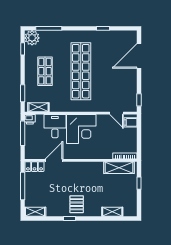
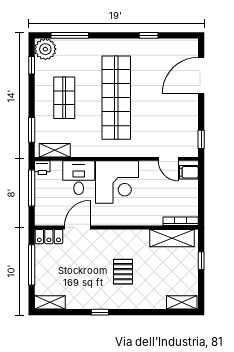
pallet: (77, 204) -> (123, 272), moved
shelving: (112, 212) -> (182, 302), moved

